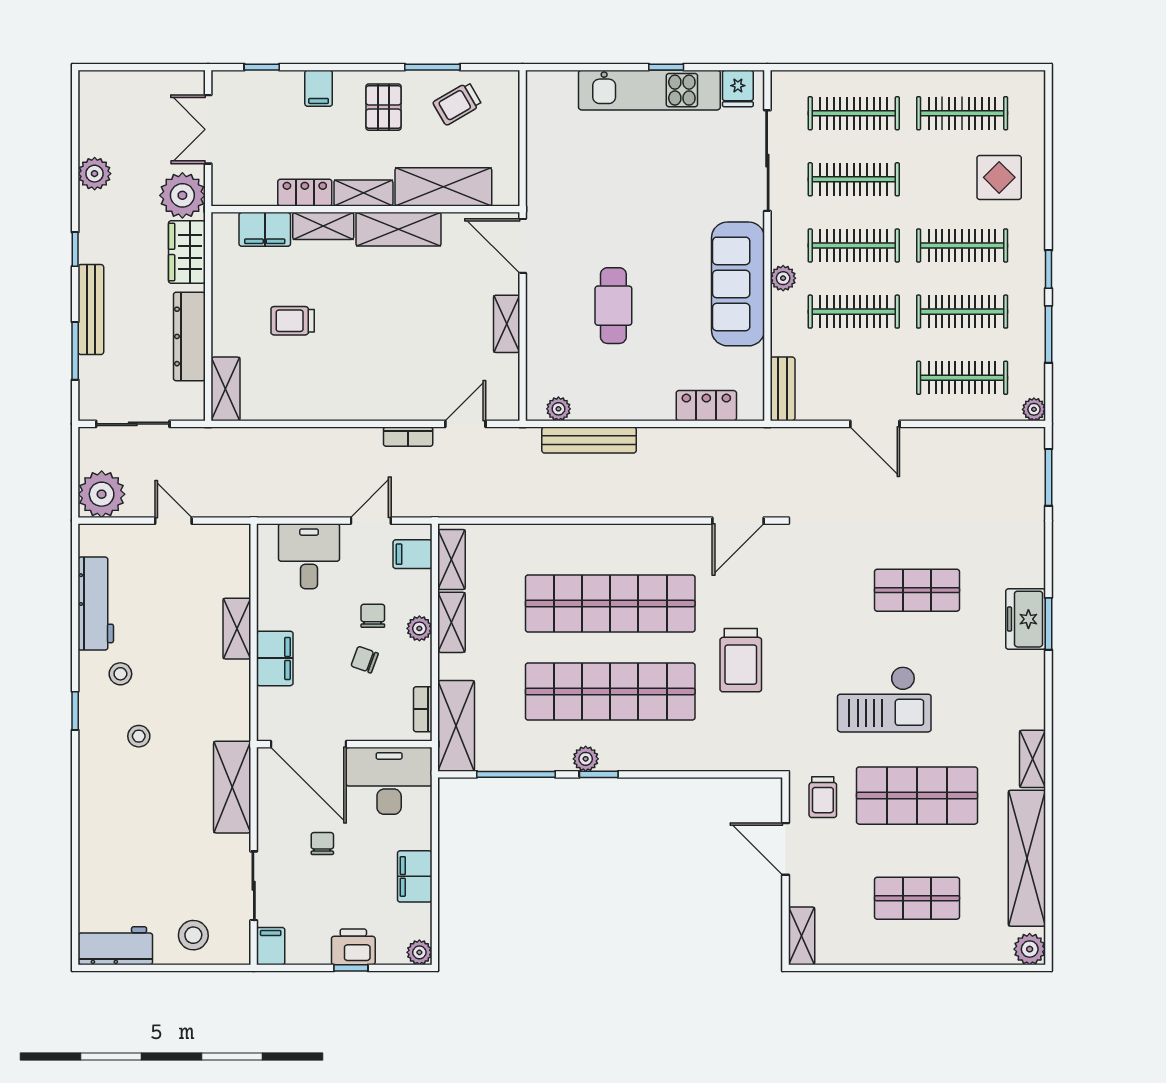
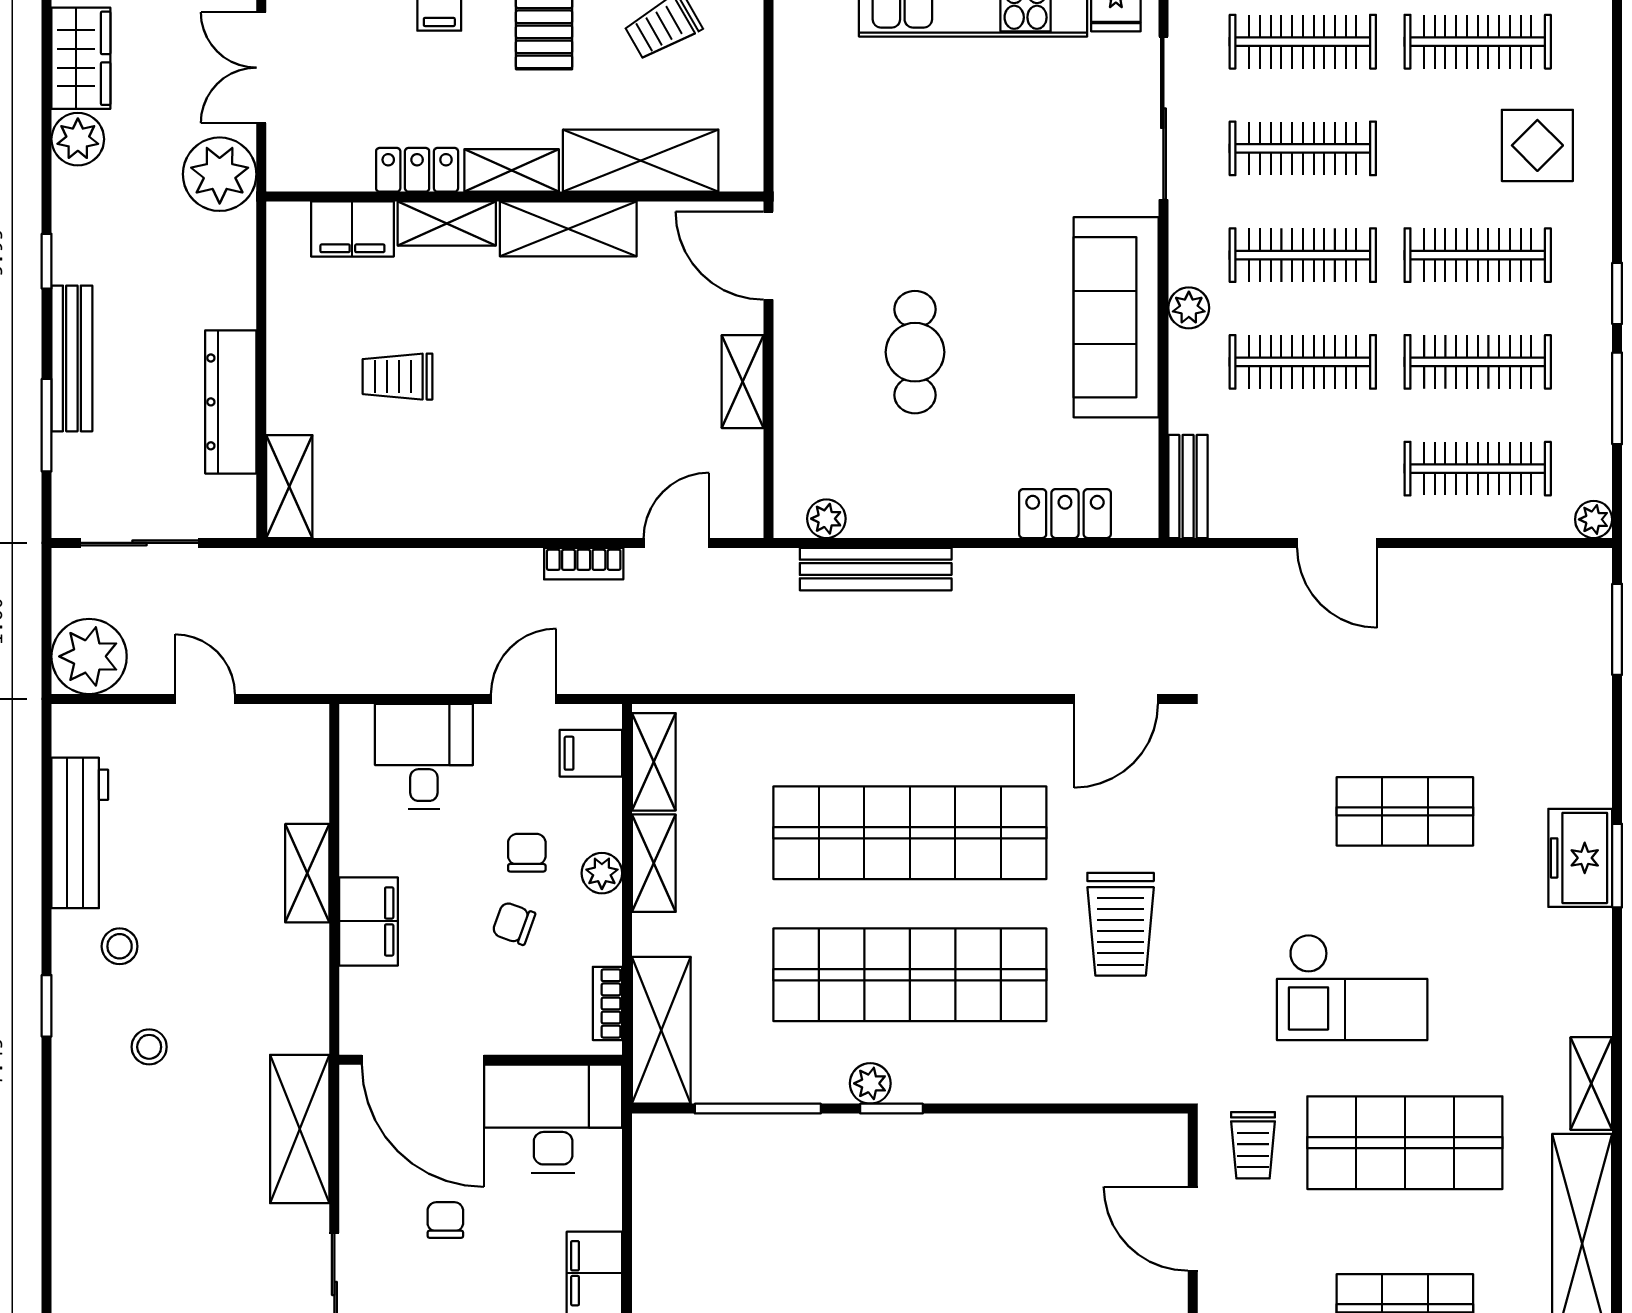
wardrobe: (187, 252) -> (81, 58), moved, turned 180

